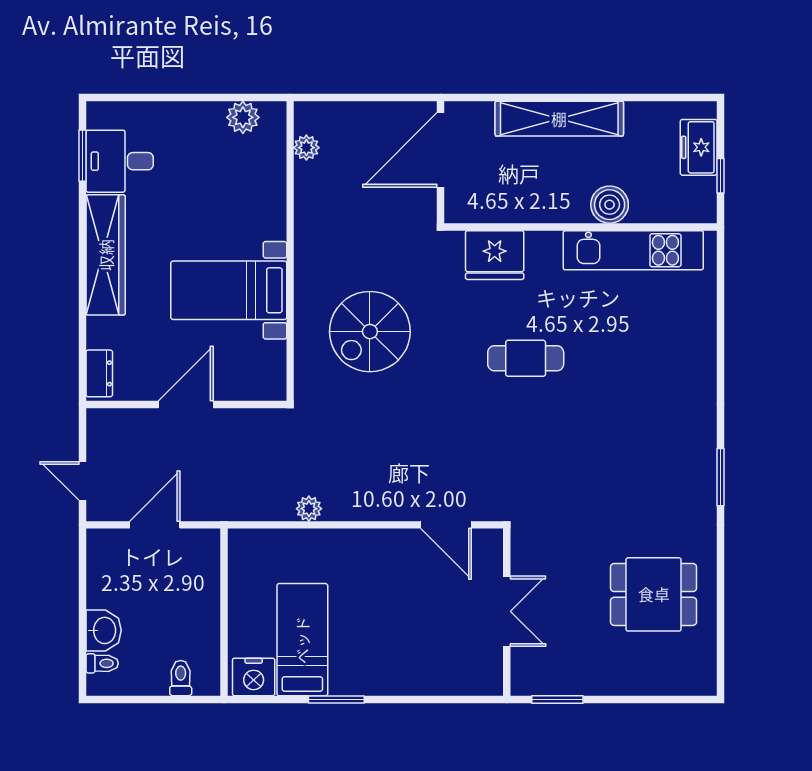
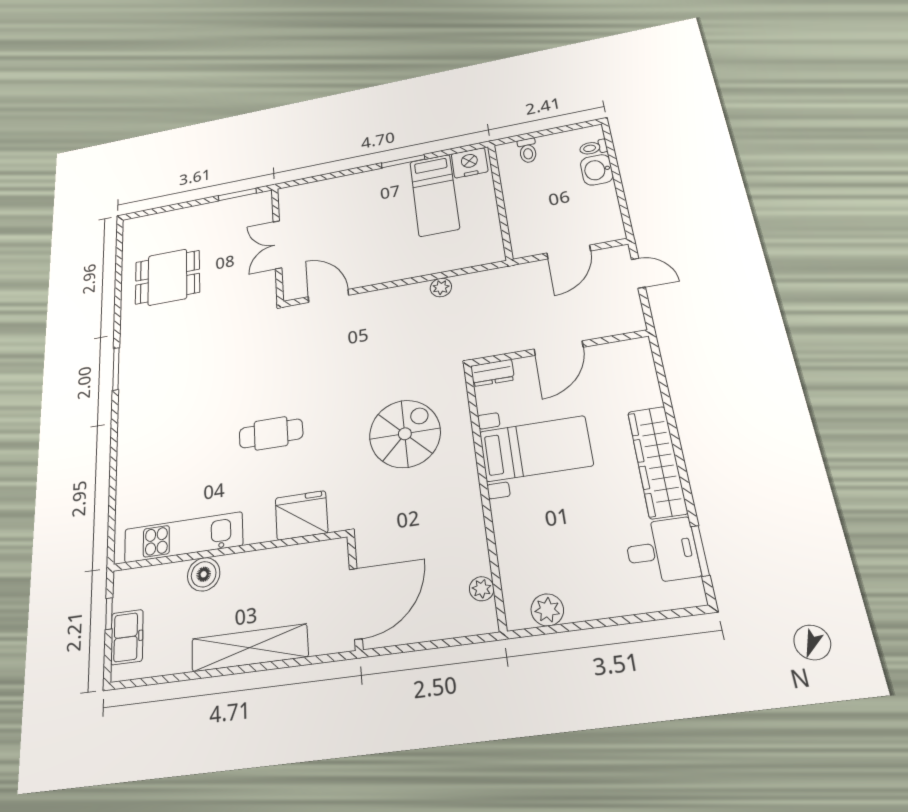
dresser: (99, 373) -> (492, 373), moved, turned -90

